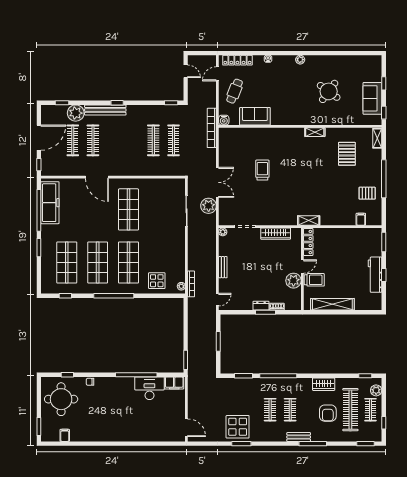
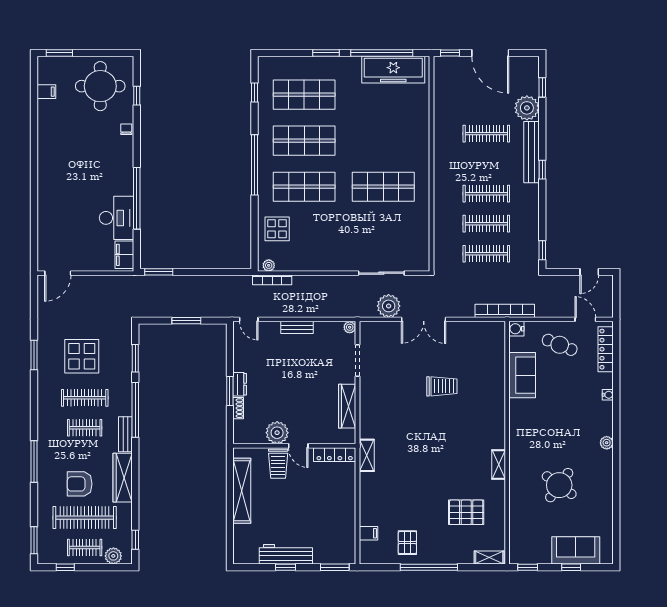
sofa: (372, 98) -> (576, 550), moved
clothes rail: (73, 140) -> (486, 194), moved
door: (97, 177) -> (432, 140), removed
wardrobe: (324, 384) -> (123, 478), width x1.50
clothes rail: (270, 410) -> (85, 398), width x1.36
display table: (238, 427) -> (82, 356), moved
bench: (299, 437) -> (125, 434), moved

